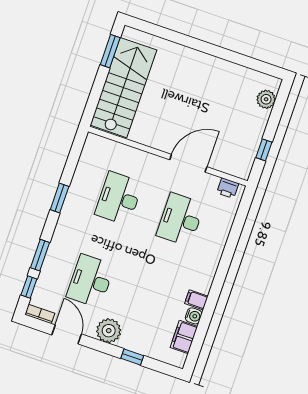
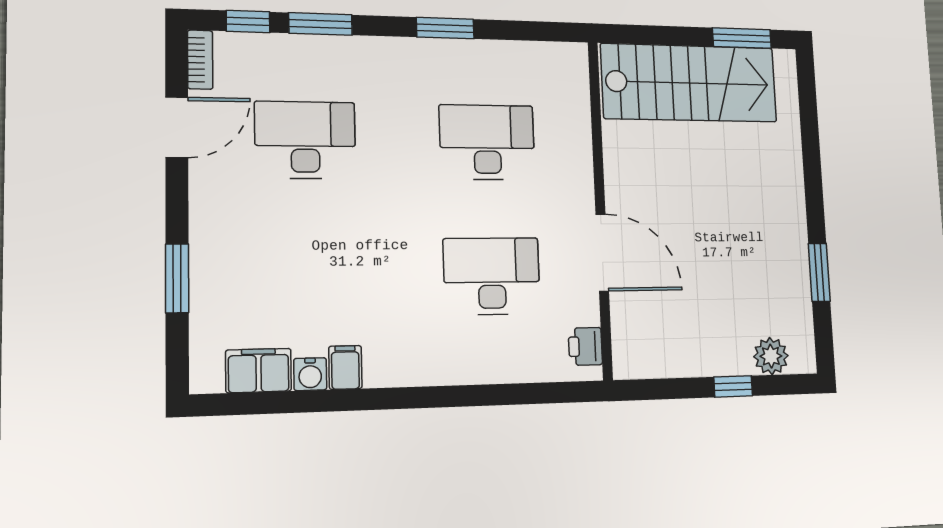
window: (236, 58) -> (819, 272), added
window: (264, 150) -> (733, 386), moved
plant: (109, 331) -> (216, 211), removed
window: (132, 357) -> (177, 278), width x1.50

